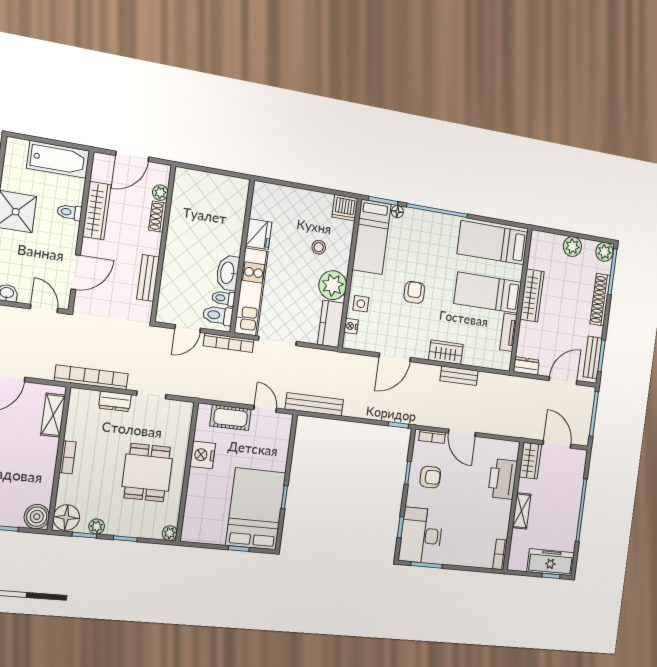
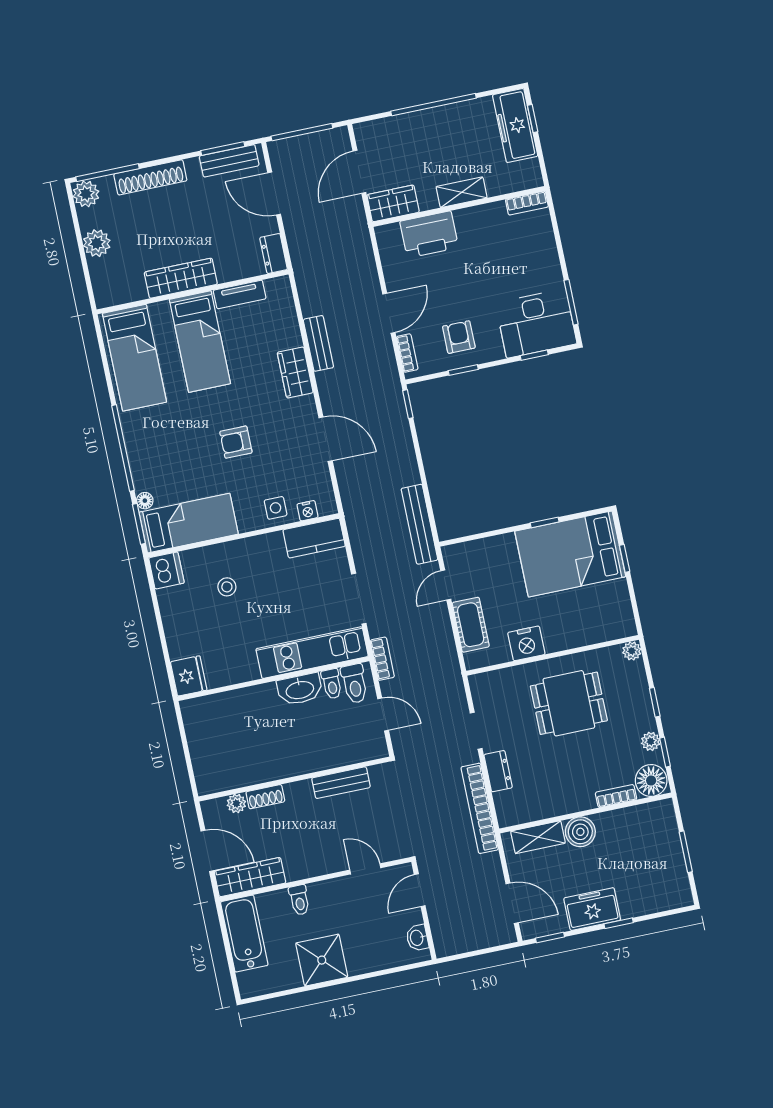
wardrobe: (97, 211) -> (250, 877), moved
fridge: (259, 234) -> (189, 676), moved, turned 90
door: (76, 272) -> (365, 869), width x0.73
plant: (333, 285) -> (266, 552), removed
bookcase: (229, 343) -> (382, 659), width x0.64
bookcase: (68, 457) -> (616, 796), moved
boiler: (37, 517) -> (580, 832), moved

